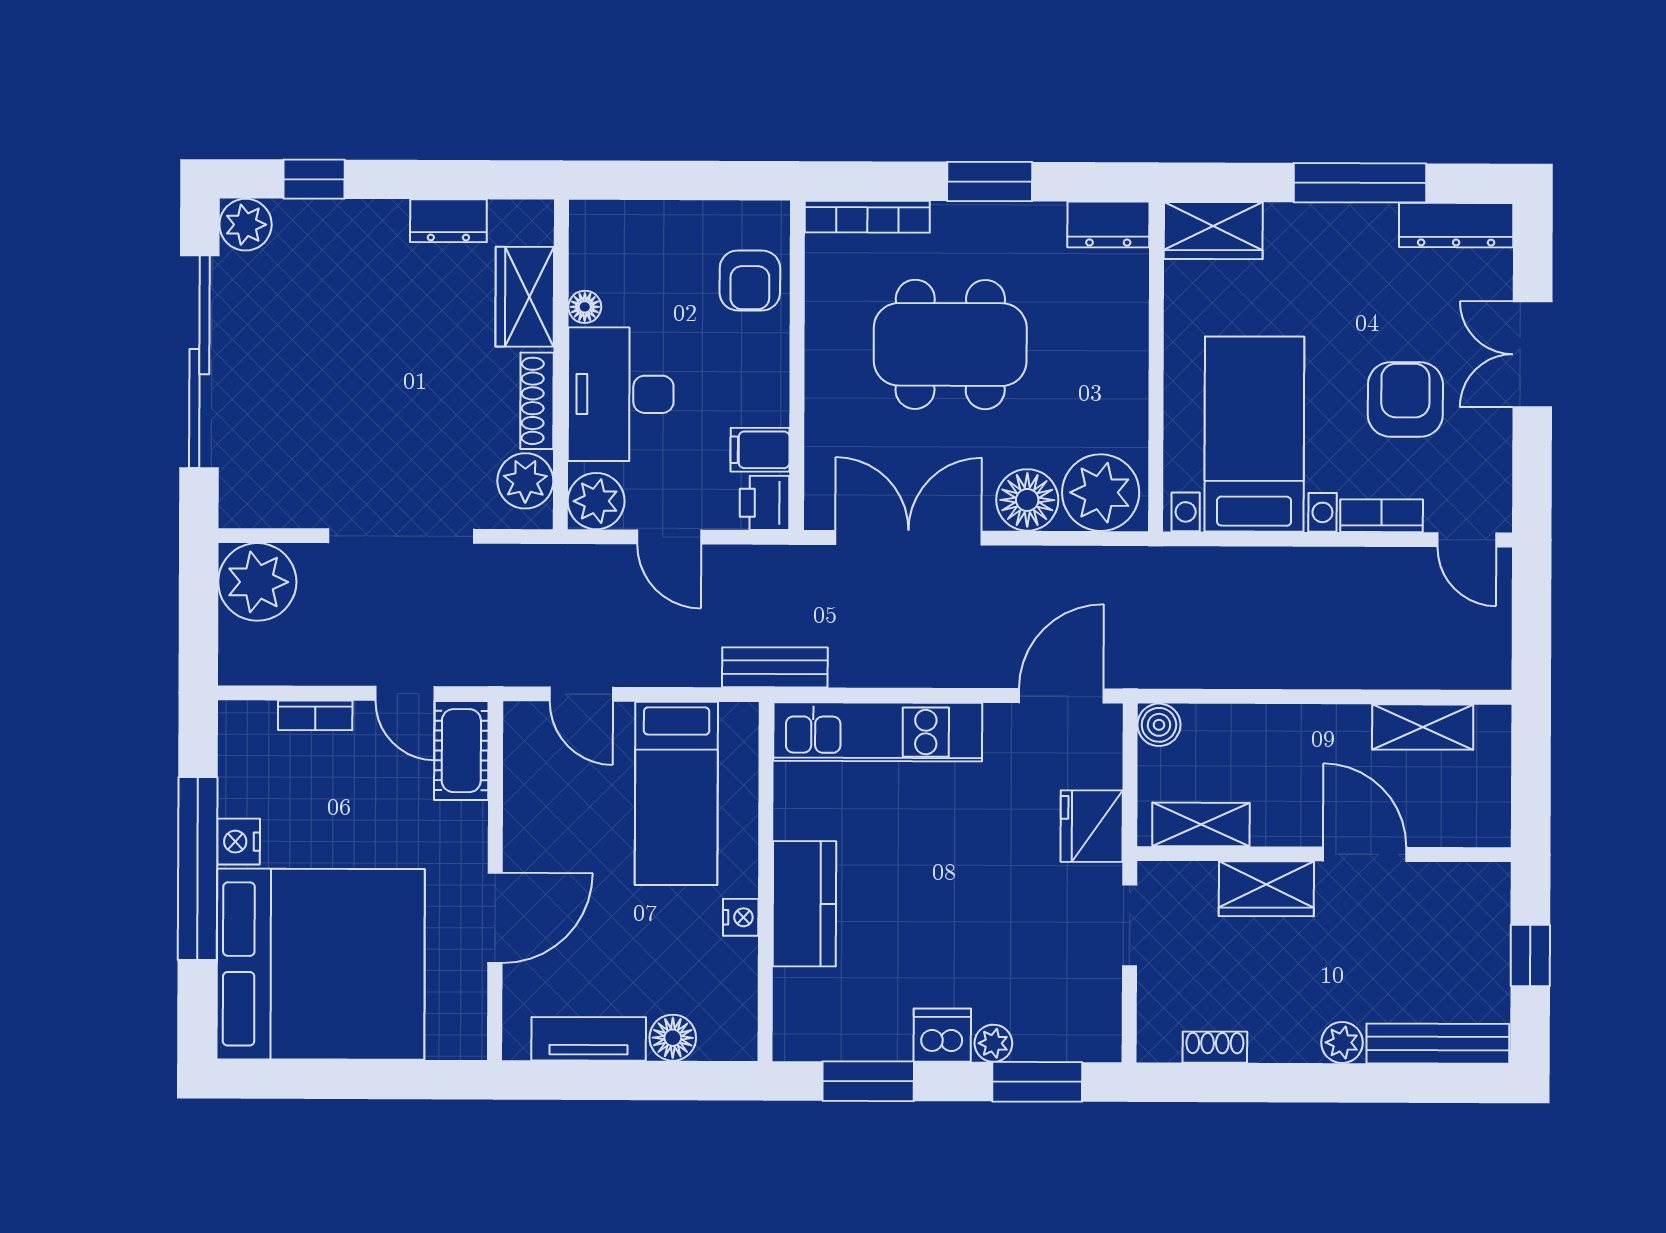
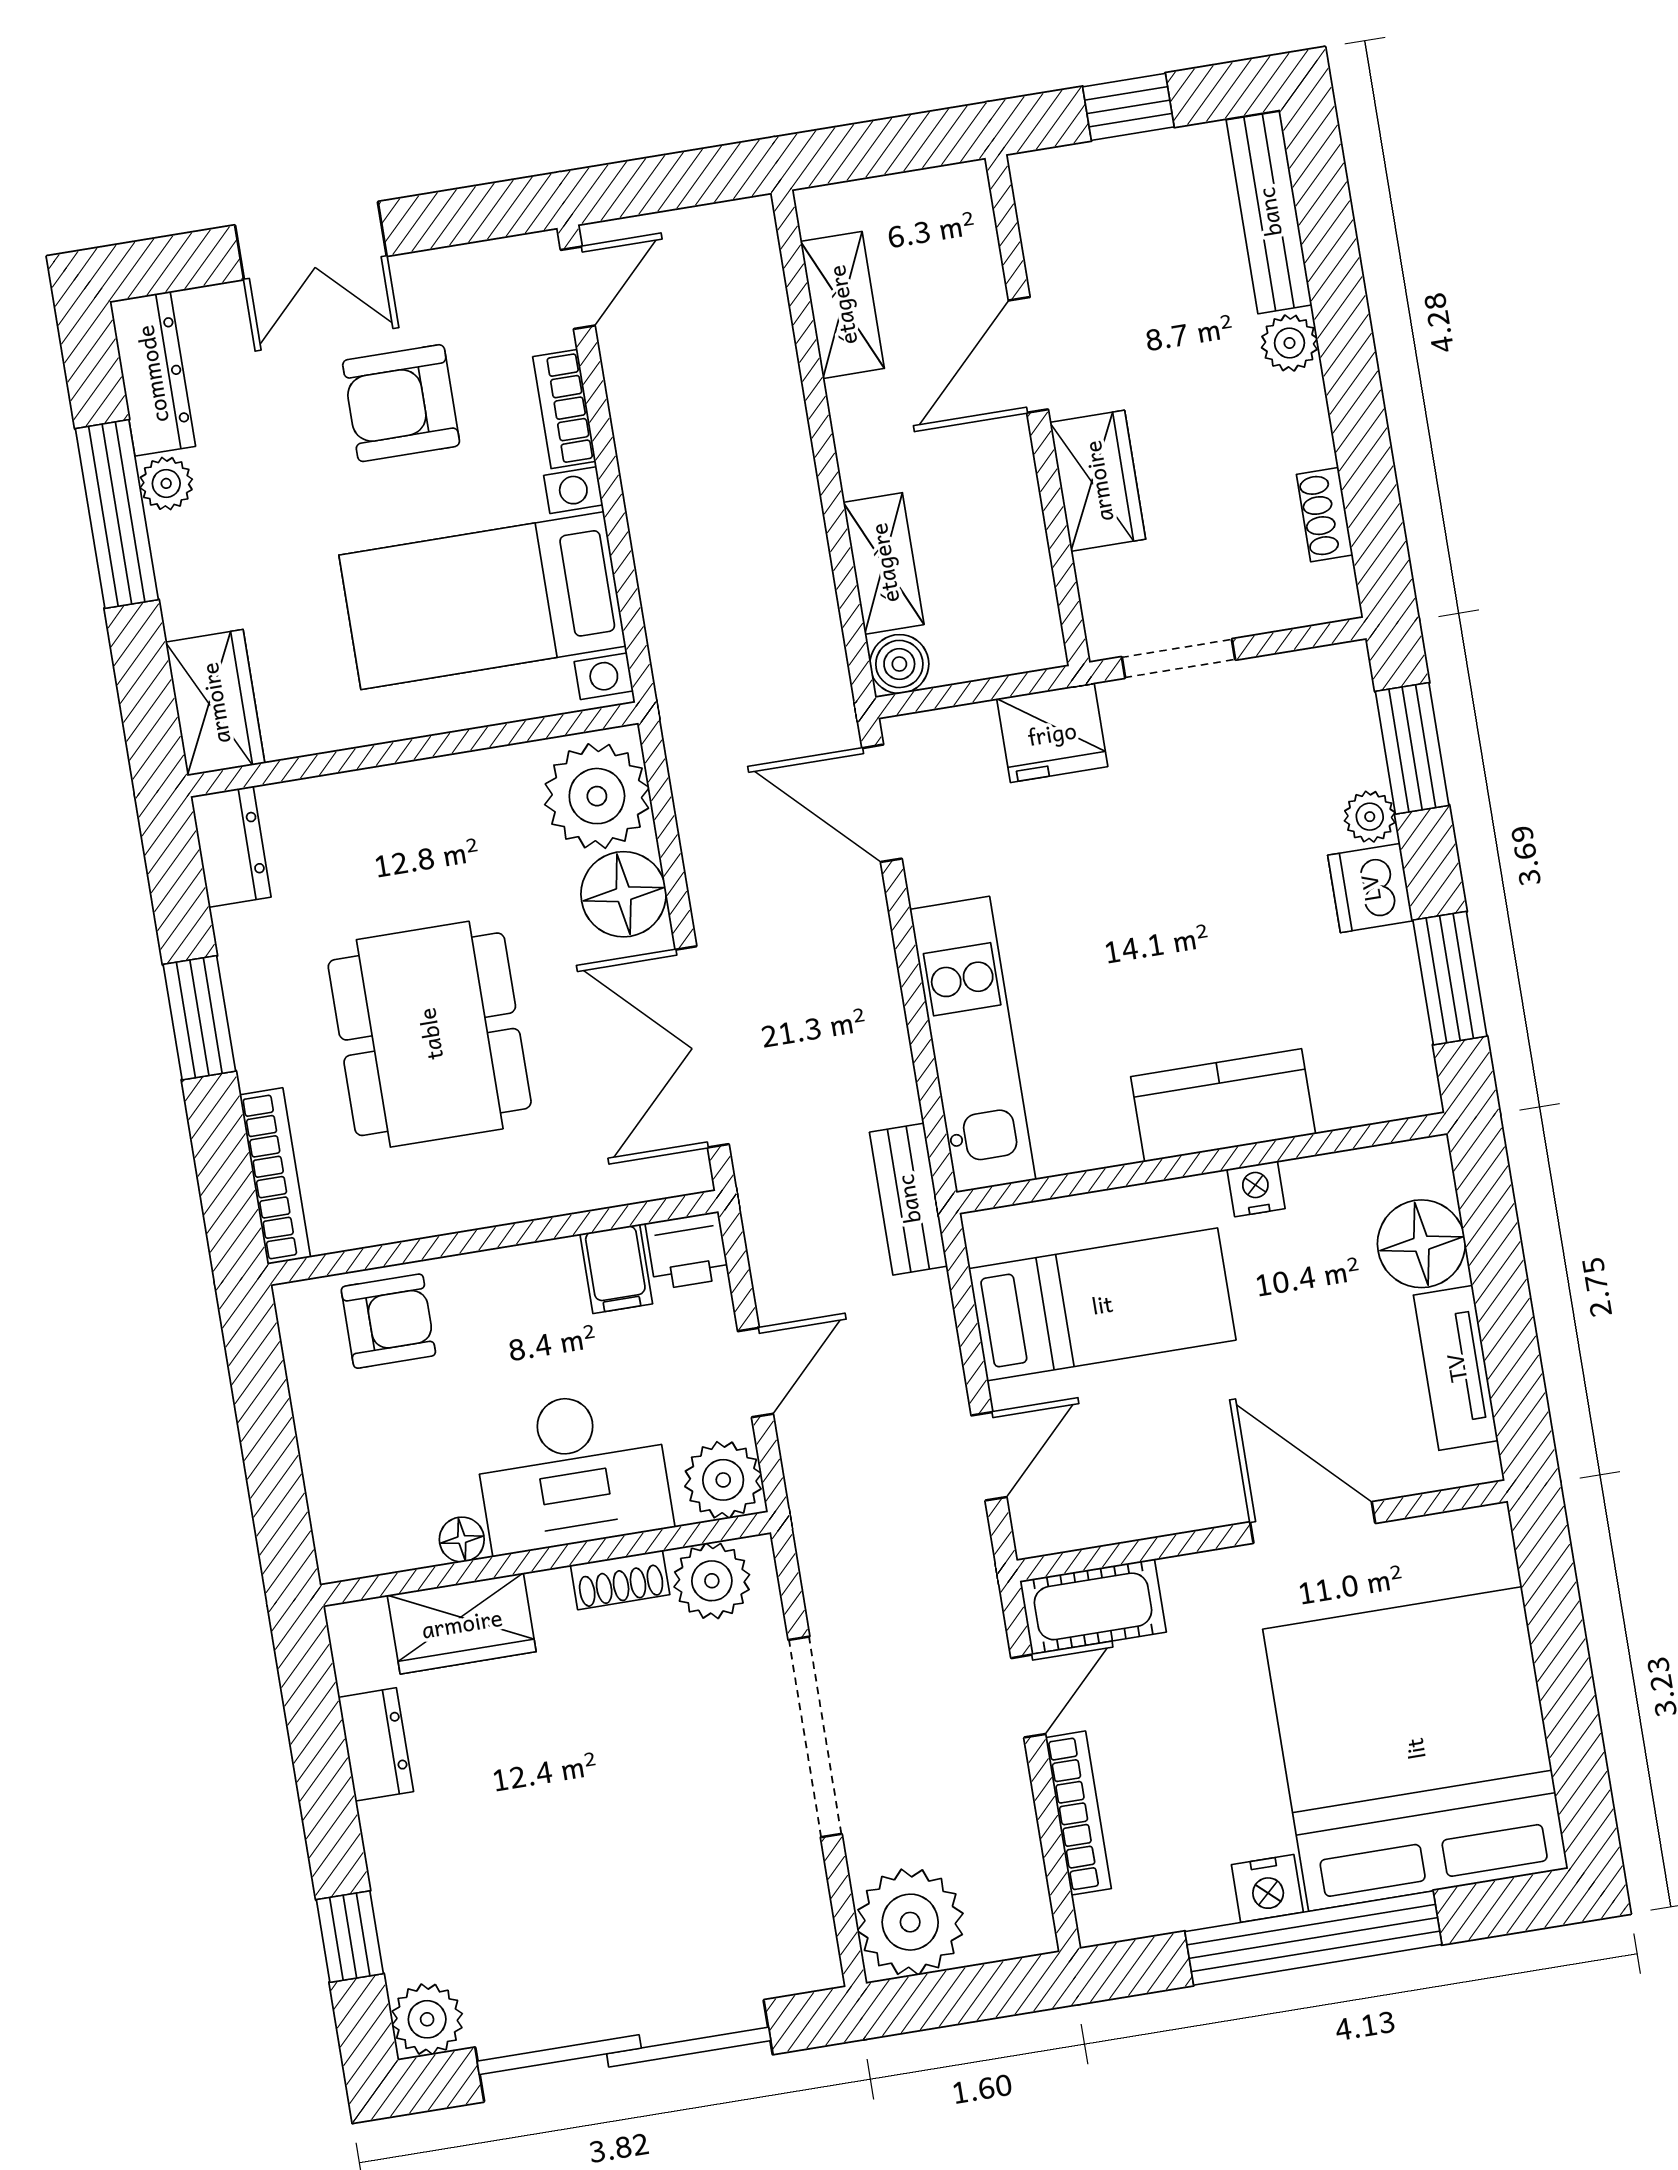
plant: (1376, 222) -> (166, 483), added
shoe rack: (537, 401) -> (620, 1580), width x0.70
bookcase: (315, 715) -> (1078, 1813), width x1.56
shelving: (1201, 824) -> (884, 563), moved
floor lamp: (673, 1038) -> (1421, 1244), width x1.38, depth x1.38

